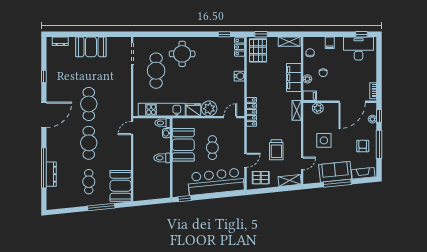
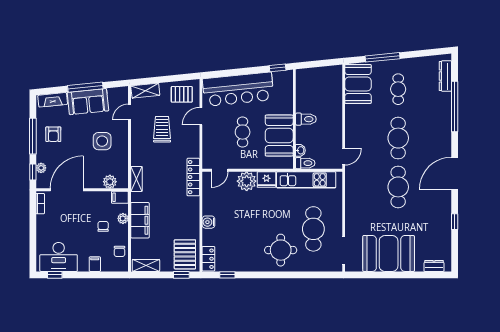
booth: (91, 47) -> (389, 253), width x1.36, depth x1.42
dresser: (51, 174) -> (445, 76), moved

